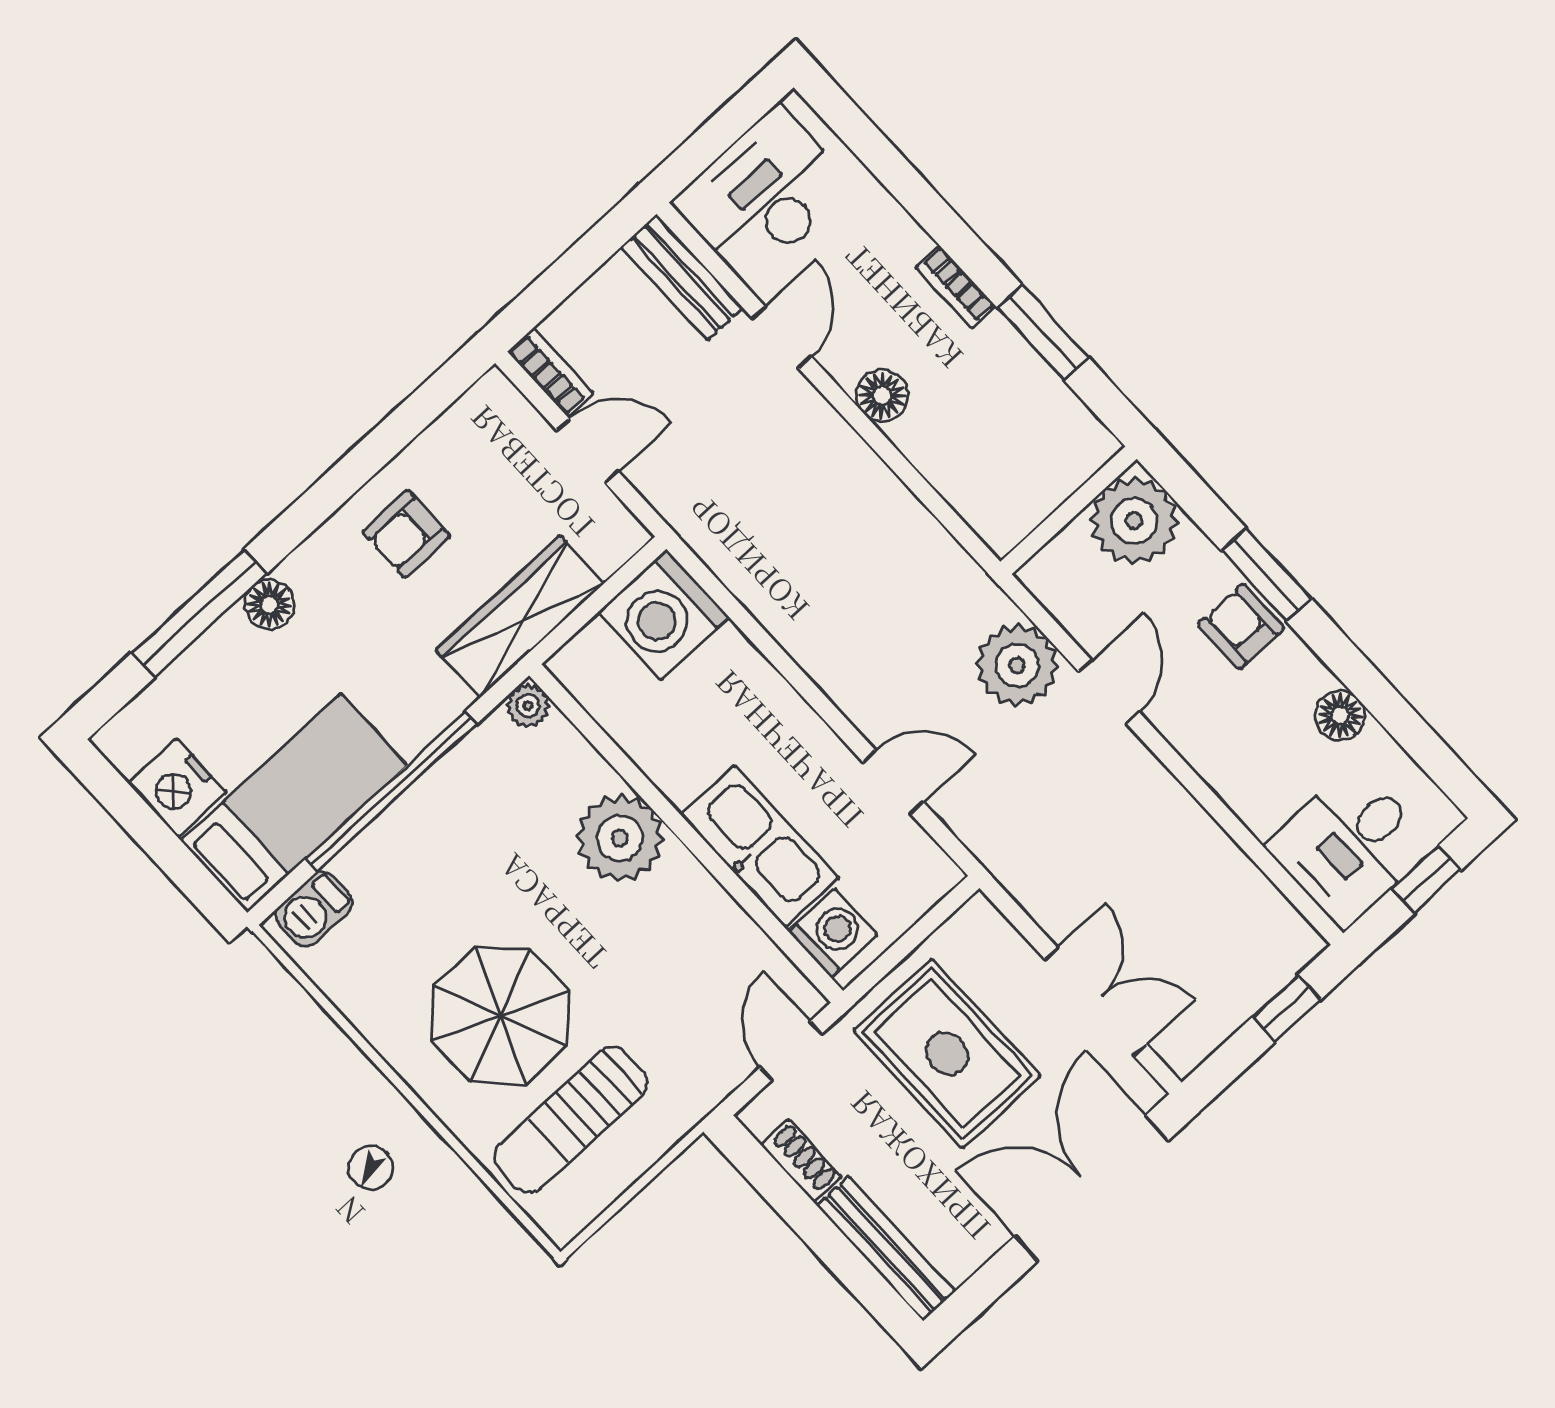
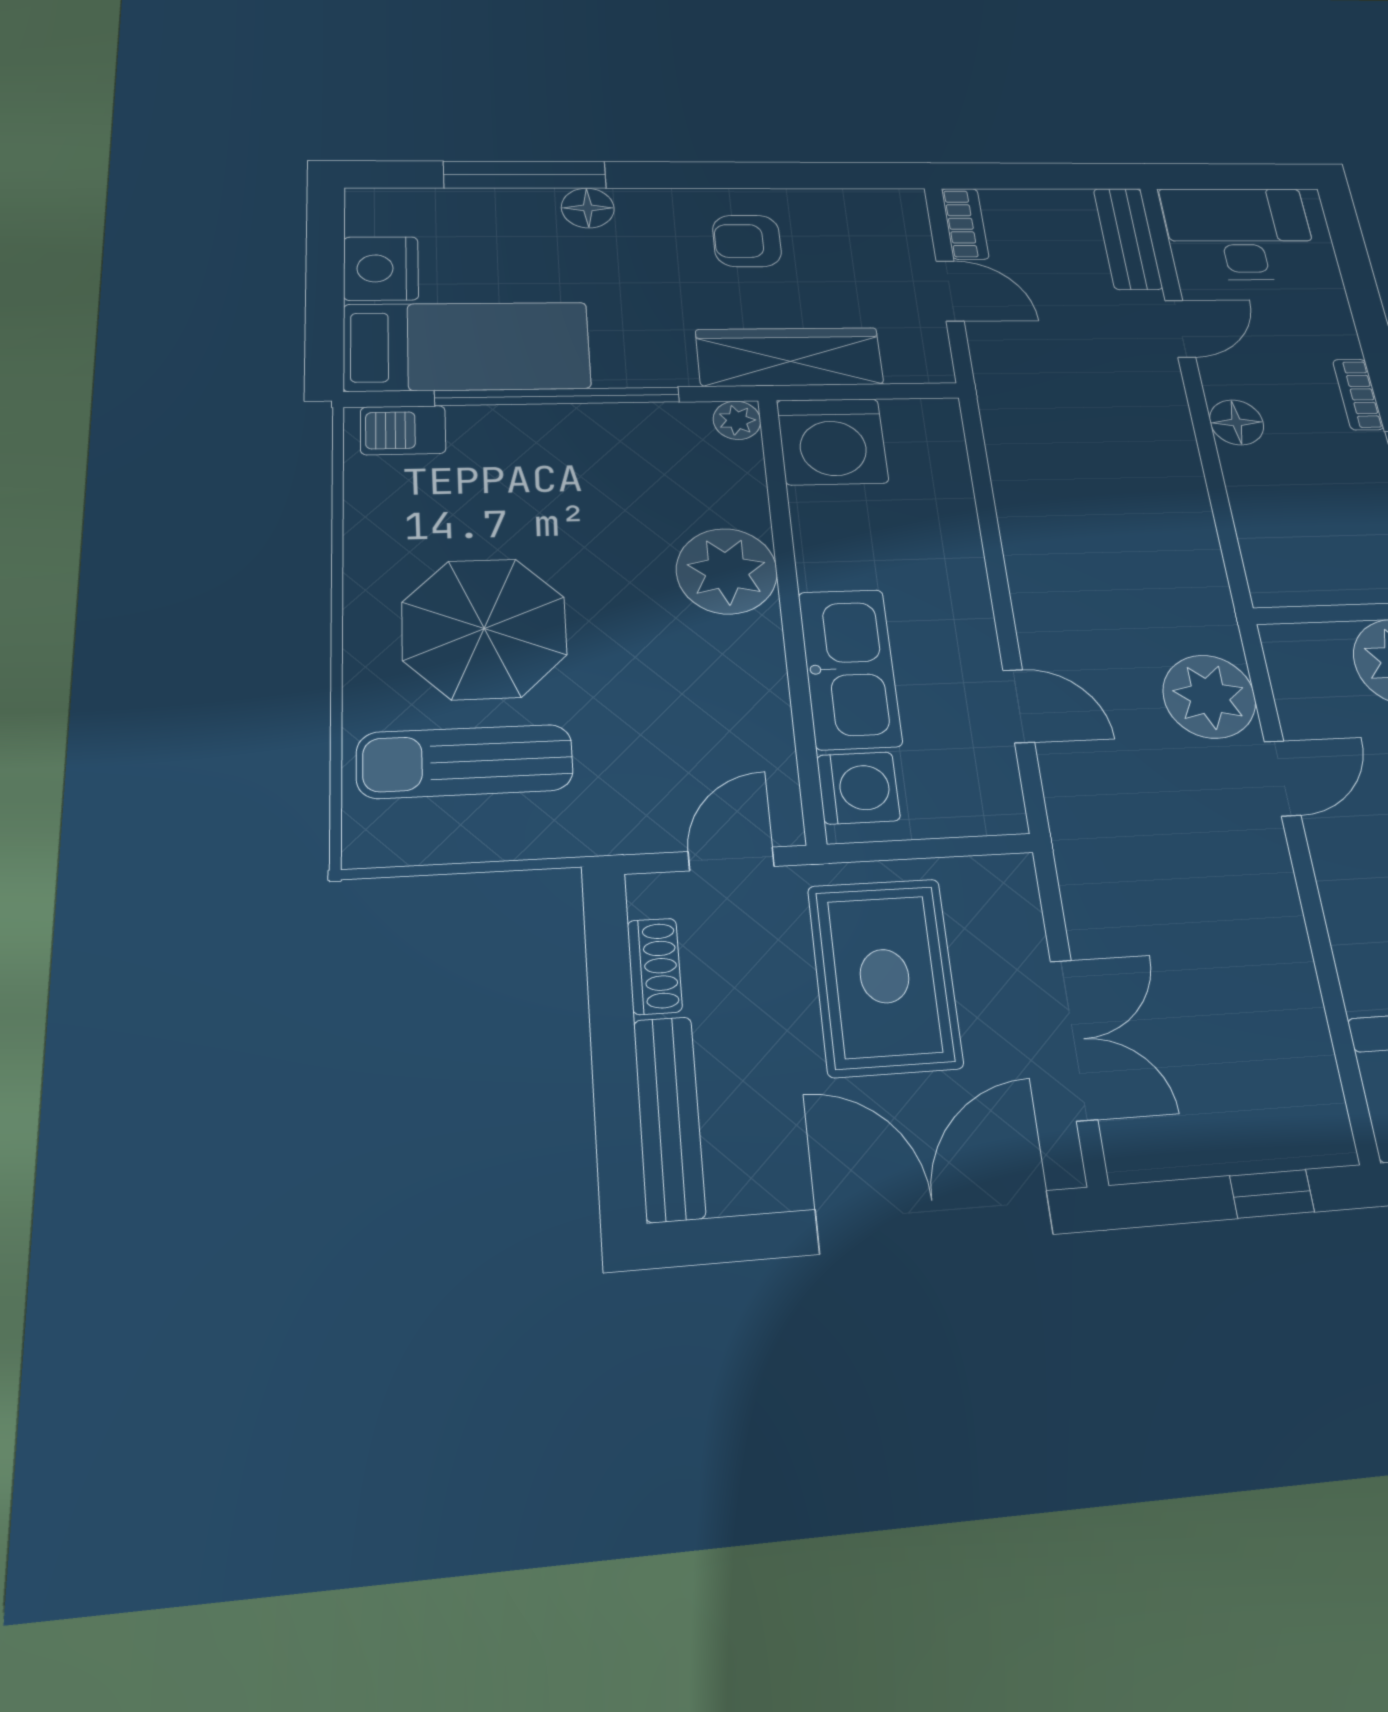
washing machine: (664, 615) -> (832, 442), moved, turned -90

